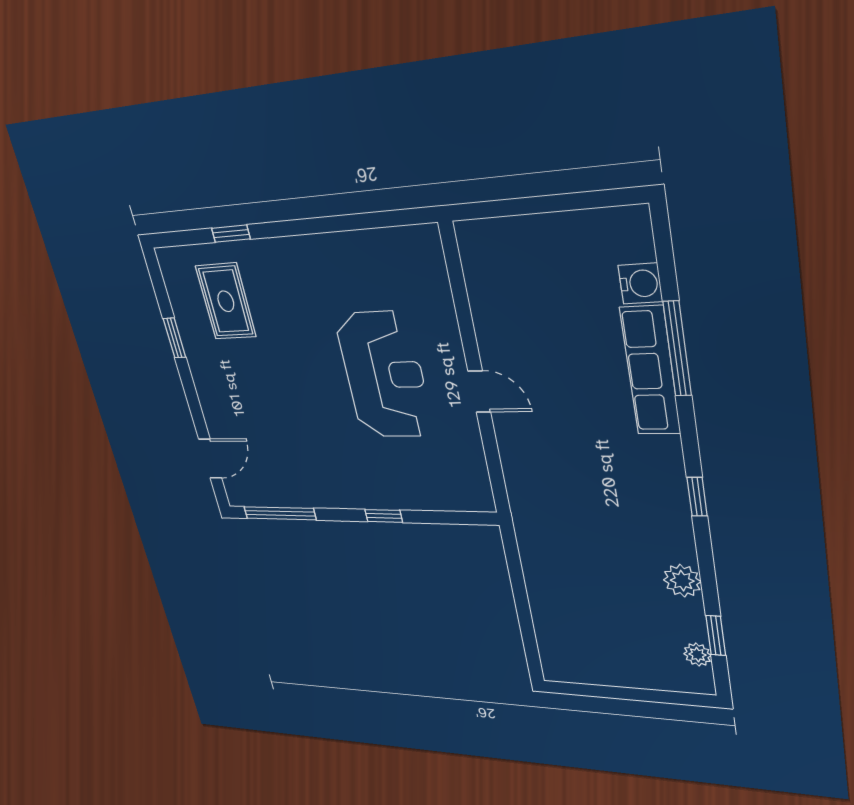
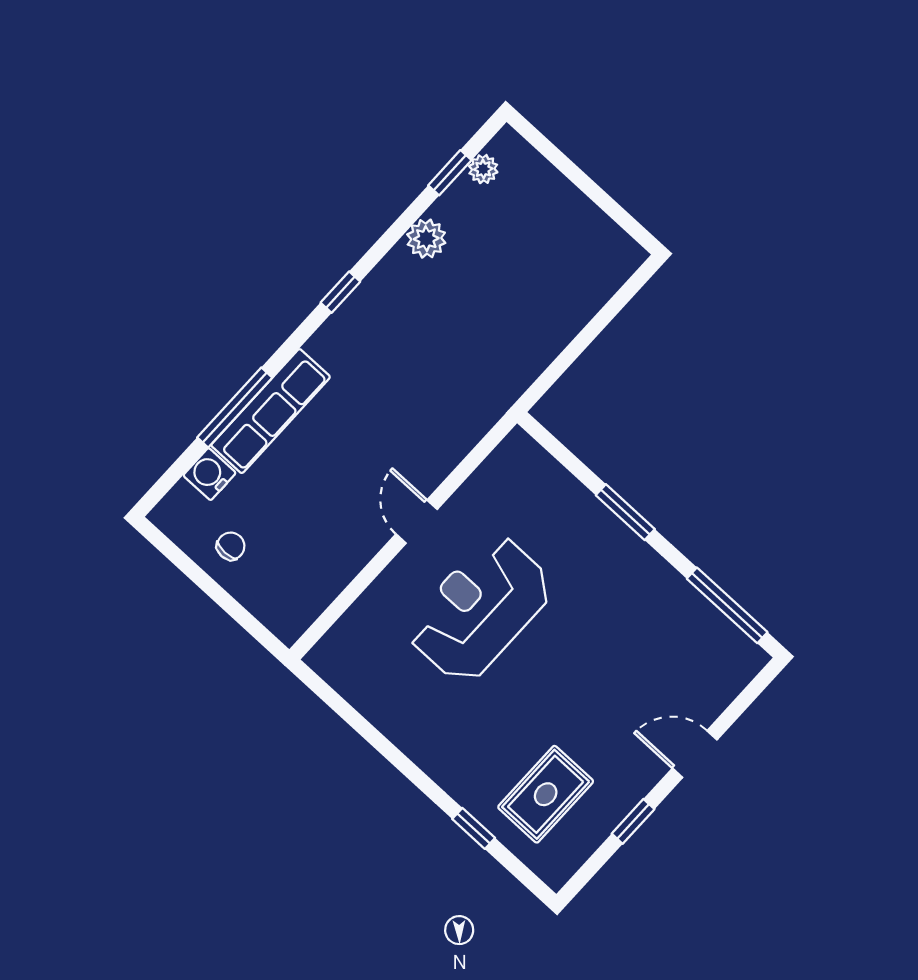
chair: (568, 248) -> (231, 546), added
door: (210, 459) -> (695, 754), moved
window: (384, 516) -> (625, 512), width x1.50

